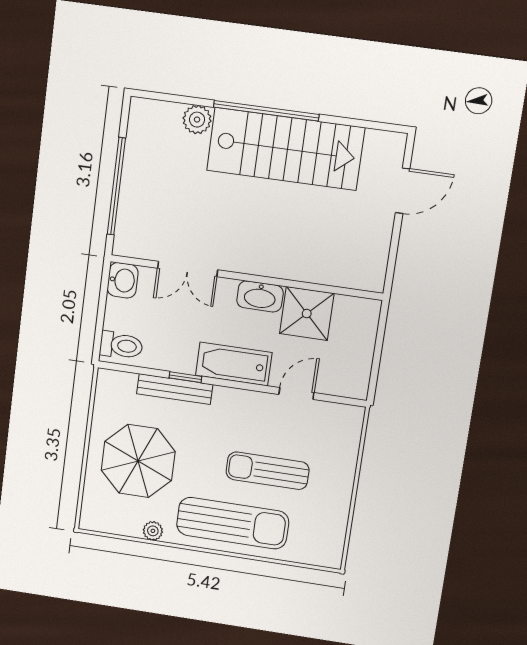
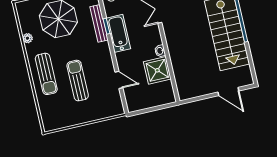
washbasin: (260, 296) -> (160, 51), width x0.52, depth x0.69
bathtub: (234, 364) -> (118, 33), moved
sun lounger: (233, 523) -> (46, 74), width x0.73, depth x0.75

